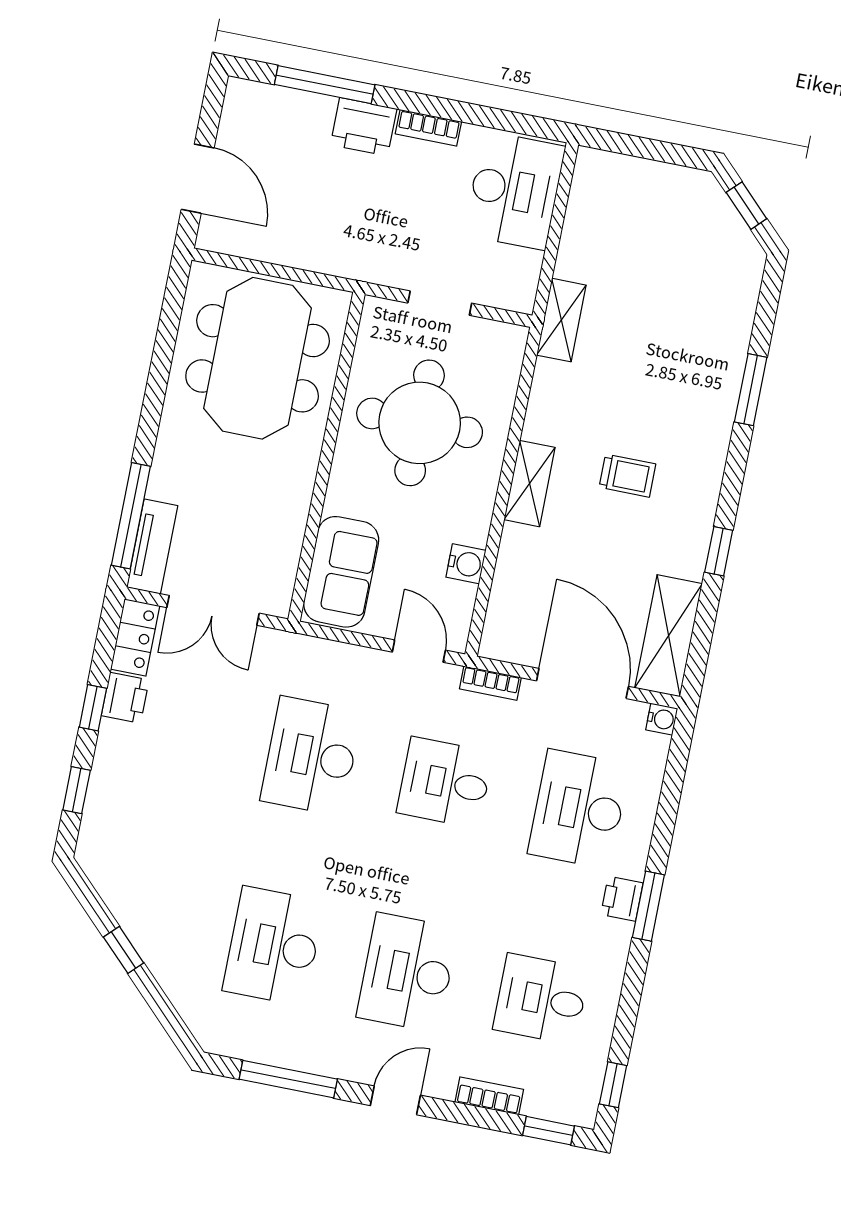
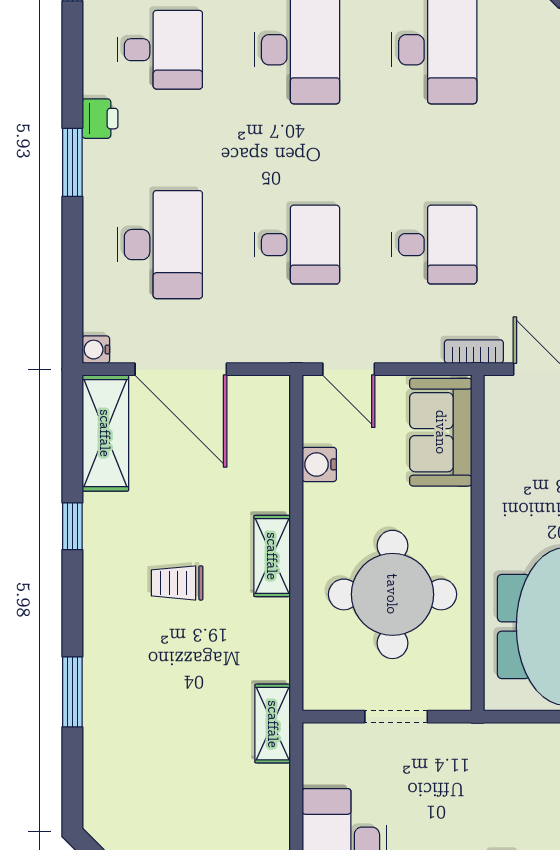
bookcase: (490, 683) -> (474, 352), moved
desk: (311, 756) -> (434, 245), width x0.73
printer: (622, 899) -> (100, 119), moved

